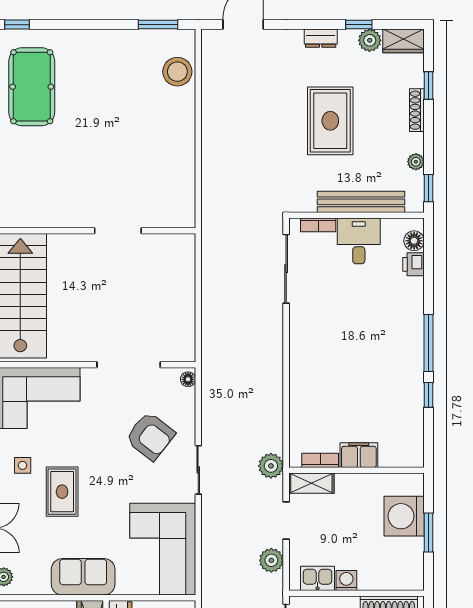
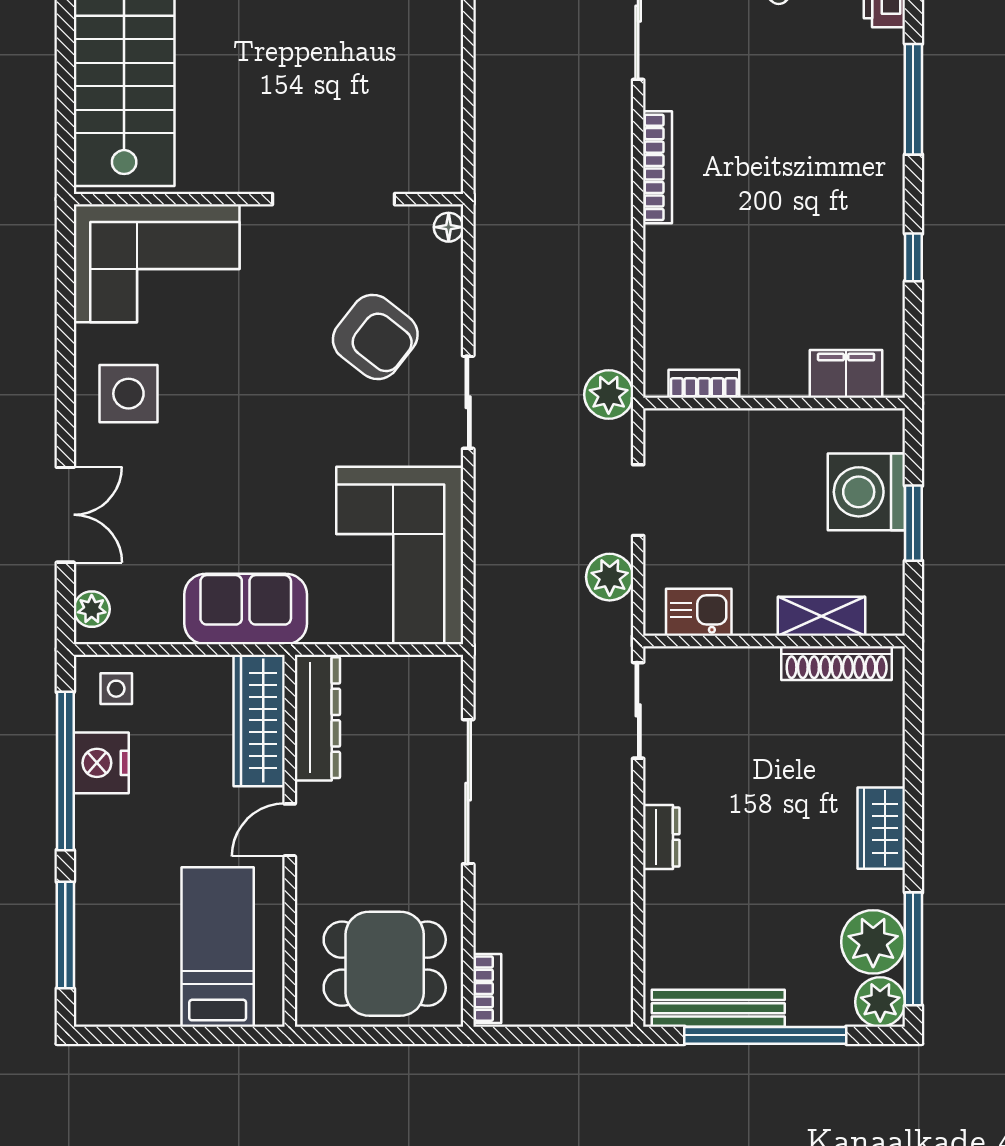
window: (429, 343) -> (913, 99), moved
bookcase: (296, 348) -> (658, 167), added
filing cabinet: (359, 455) -> (846, 374), moved
side table: (23, 465) -> (128, 394), width x1.87, depth x1.87
shelving: (311, 483) -> (821, 616), moved
rug: (62, 492) -> (205, 444), removed
washing machine: (346, 580) -> (755, 616), removed

